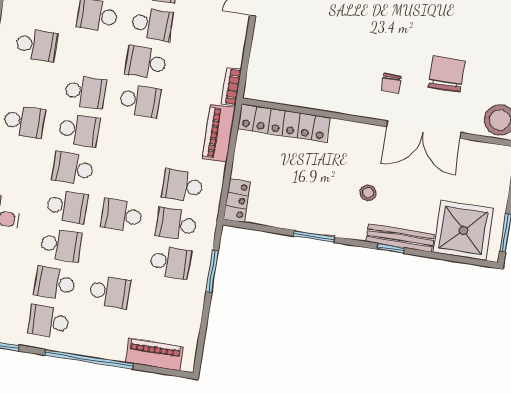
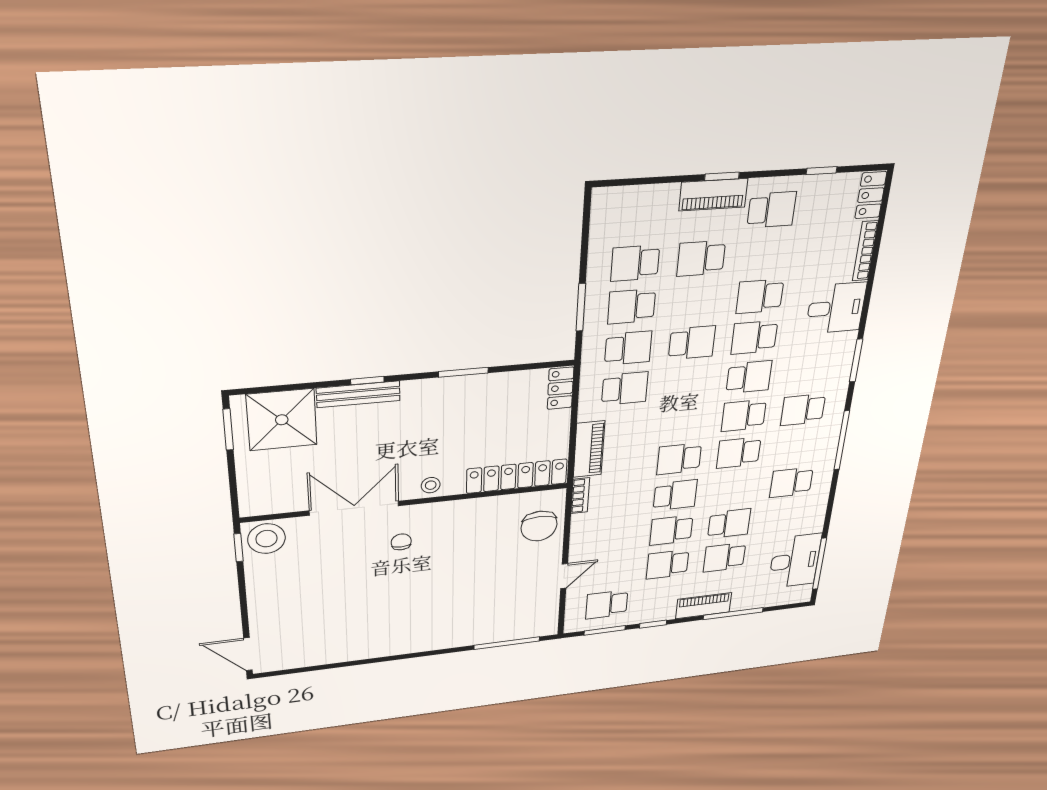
chair: (447, 74) -> (539, 526), moved
stool: (368, 193) -> (431, 485), moved
school desk: (55, 283) -> (635, 263), moved, turned 180
piano: (154, 354) -> (713, 195), moved
window: (89, 359) -> (722, 176), width x0.32

